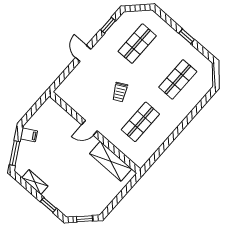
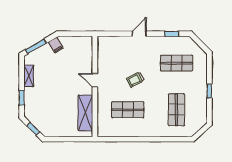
shop shelf: (178, 79) -> (176, 110), turned 90

